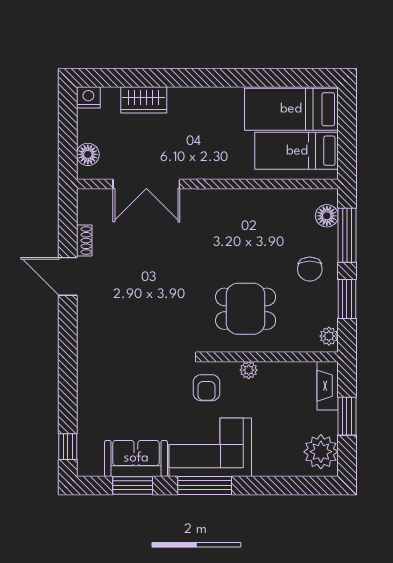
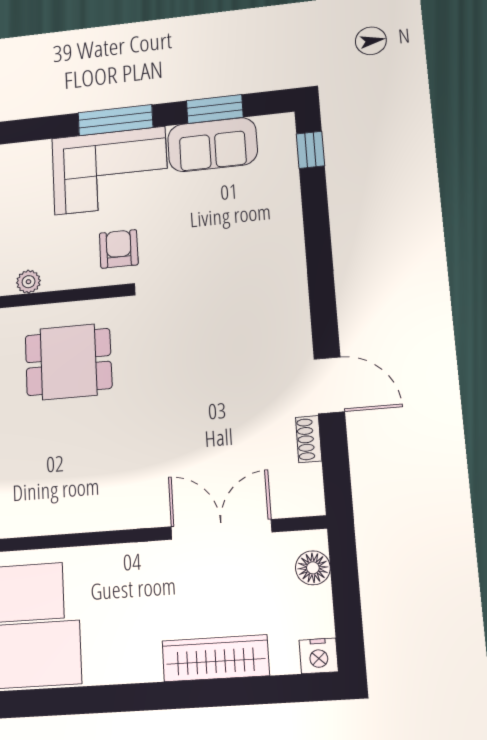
wardrobe: (144, 100) -> (216, 658), width x1.50
plant: (249, 370) -> (28, 282), moved

